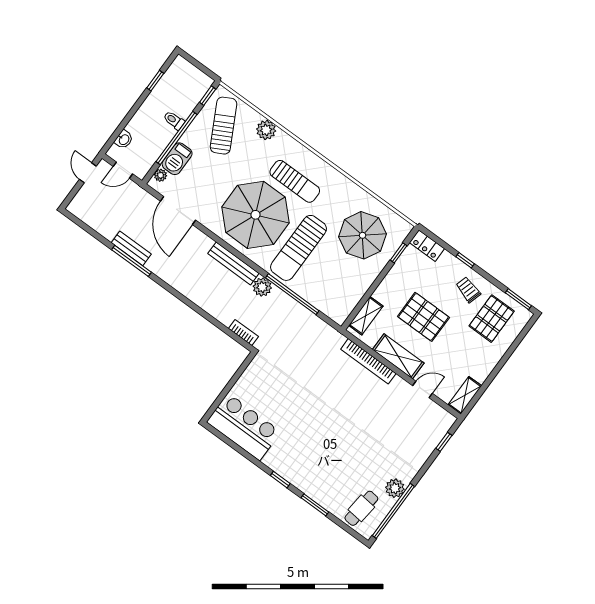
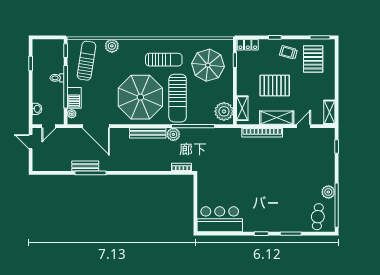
sun lounger: (224, 126) -> (87, 61), turned 37
sun lounger: (295, 181) -> (164, 60), moved
plant: (342, 304) -> (224, 111), added

